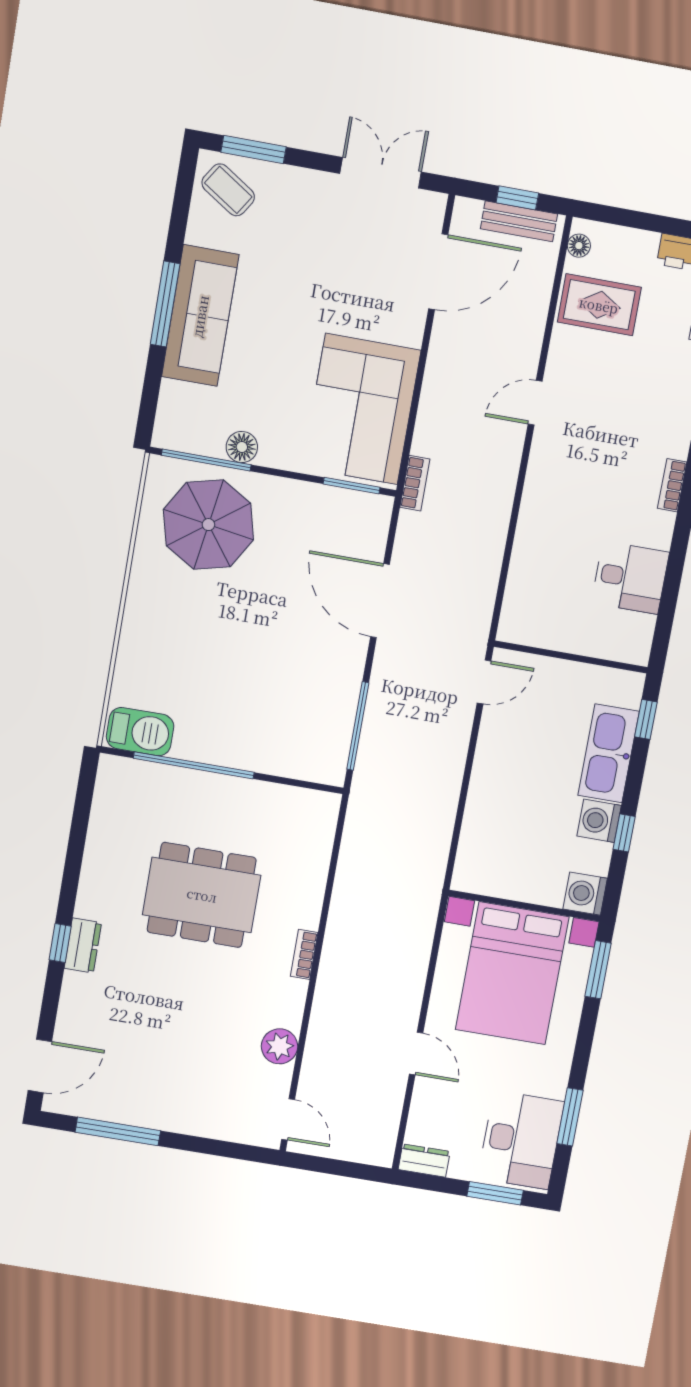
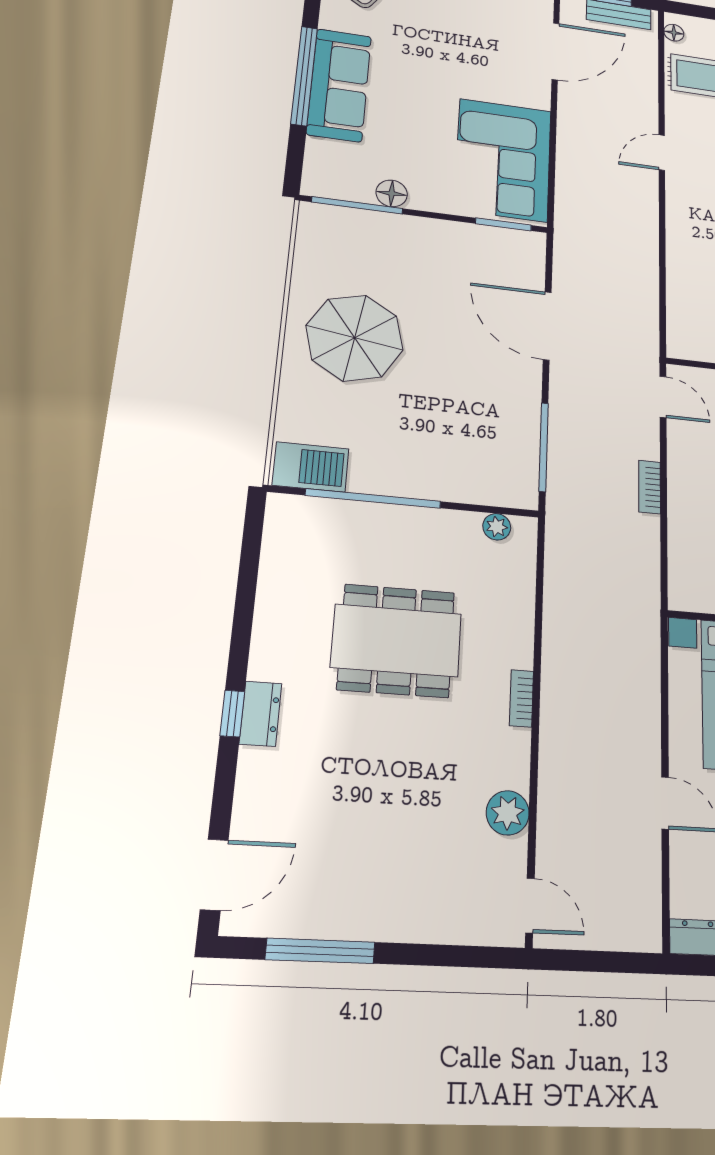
window: (165, 304) -> (304, 76), width x1.46
bookcase: (415, 483) -> (650, 487), moved, turned 180
parasol: (208, 525) -> (355, 338), moved
door: (484, 682) -> (663, 397), hinge flipped
plant: (303, 800) -> (497, 527), added

